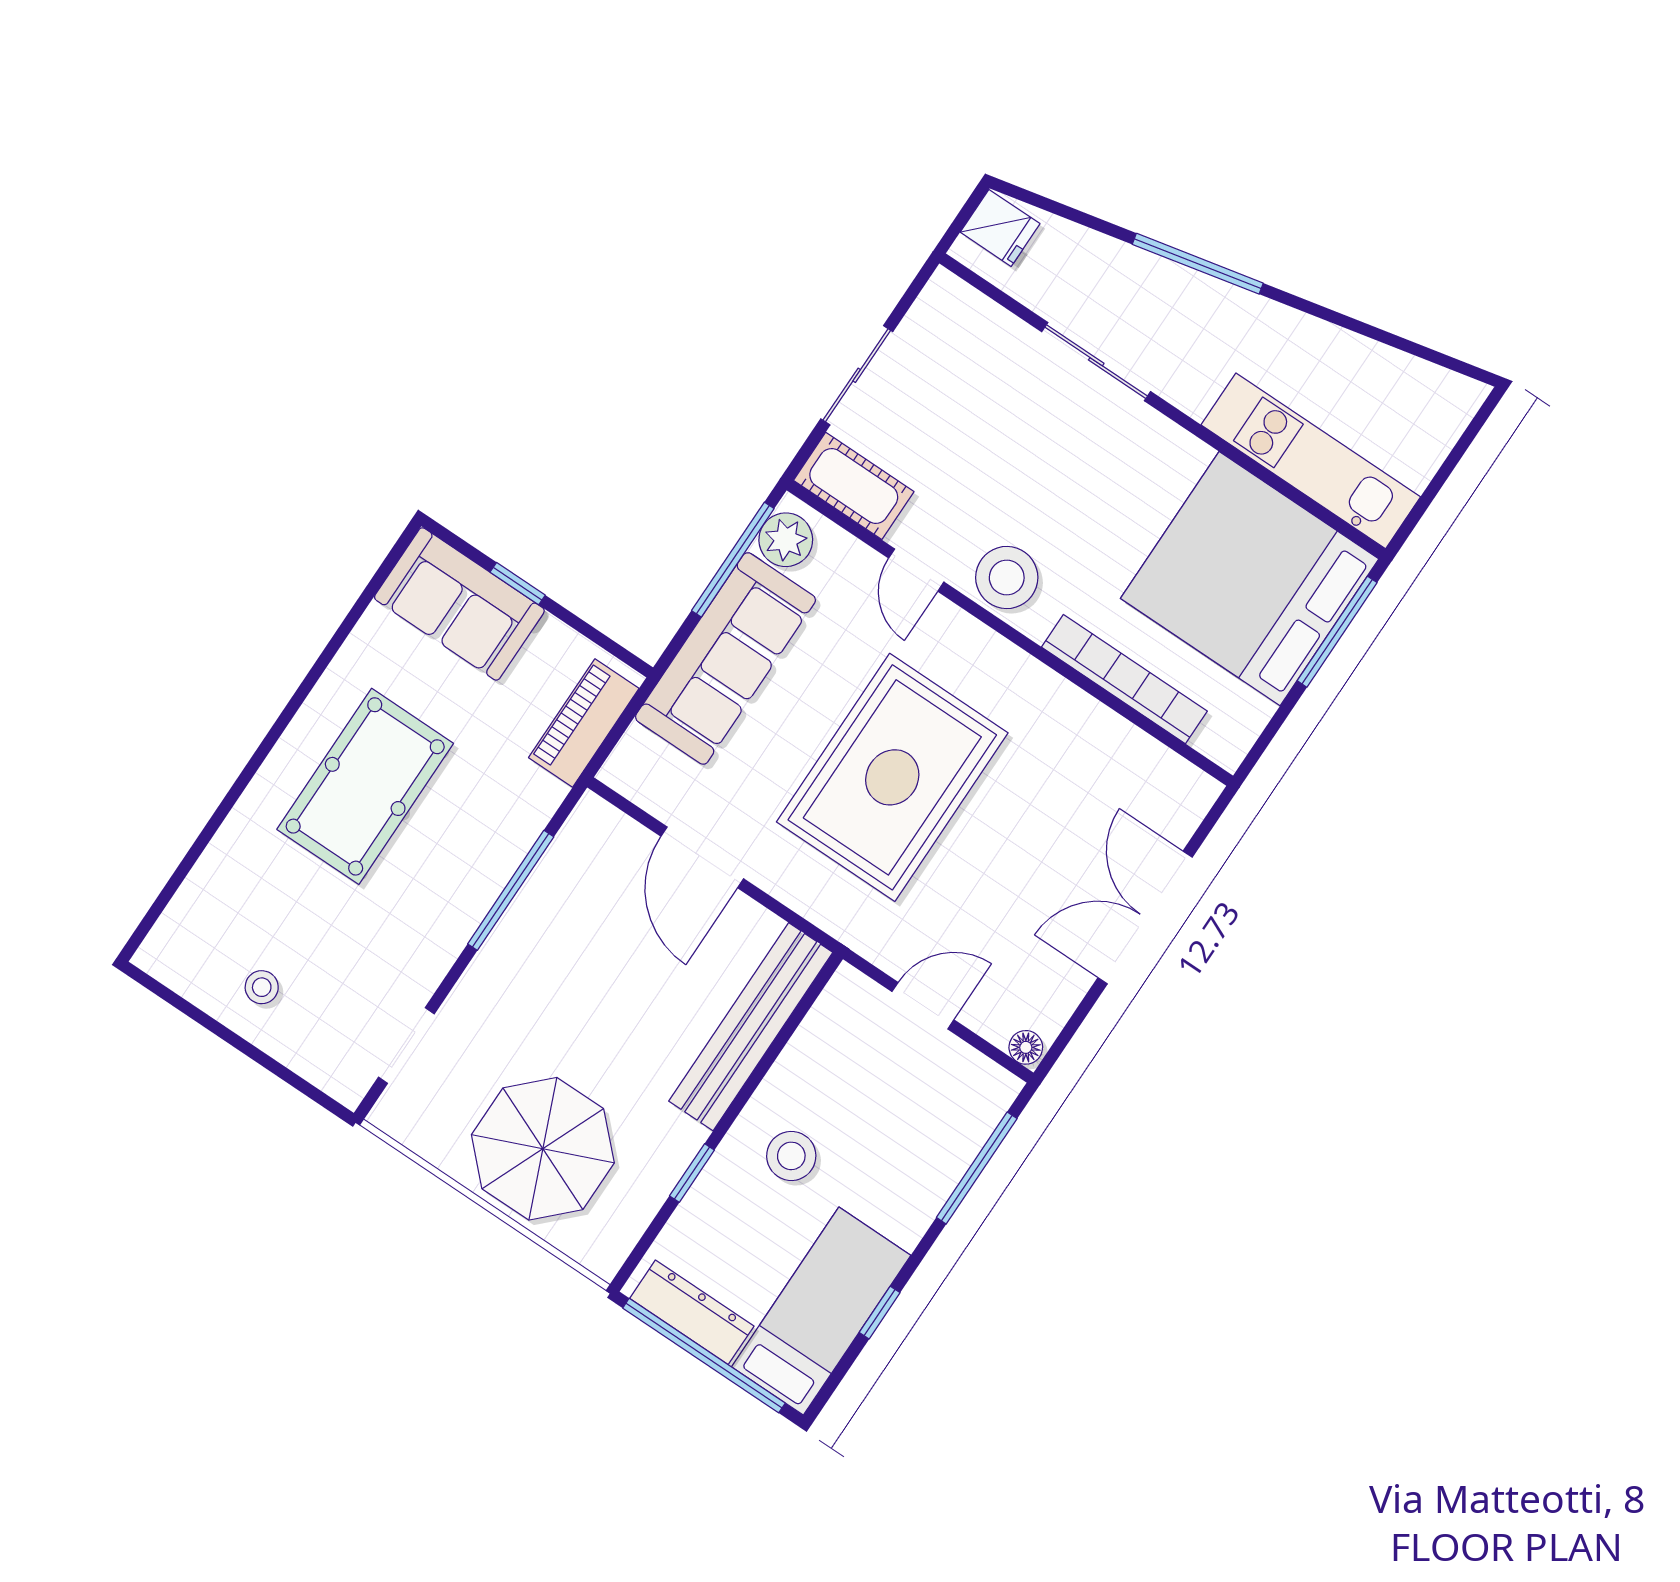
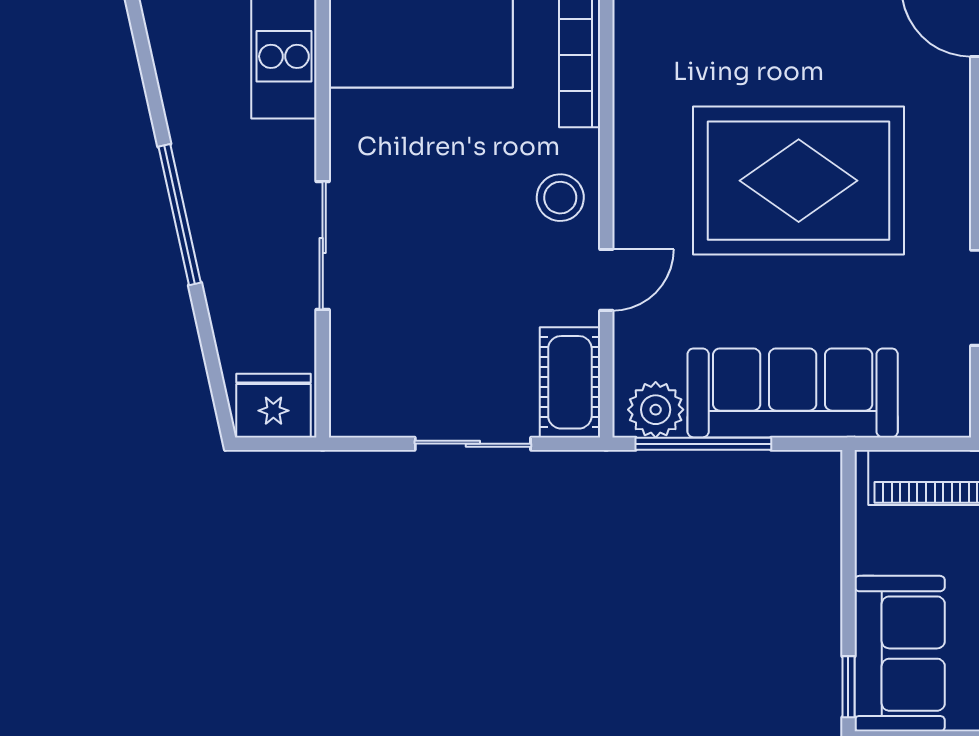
fridge: (1000, 228) -> (273, 406), width x1.38
stool: (1007, 578) -> (560, 198), width x0.73, depth x0.73
window: (518, 584) -> (848, 687), moved

